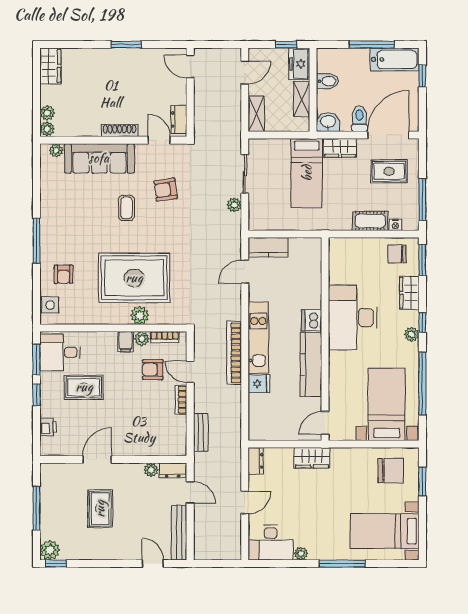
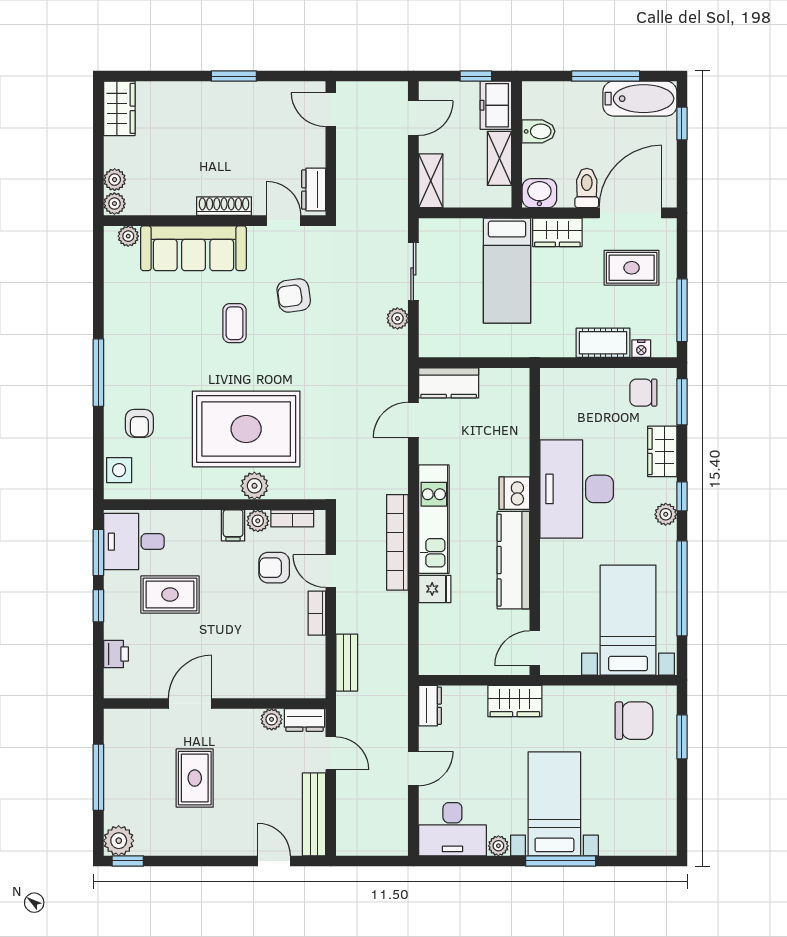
bed with nightstands: (385, 531) -> (554, 804), moved, turned 90

